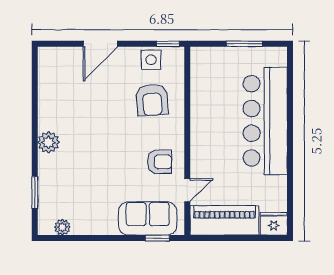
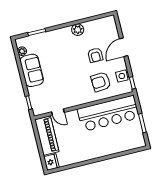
door: (100, 44) -> (124, 47), hinge flipped
bar counter: (265, 121) -> (108, 113), moved, turned 180
plant: (49, 142) -> (78, 30), moved
armchair: (160, 162) -> (95, 55), moved
sofa: (148, 218) -> (32, 70), moved

